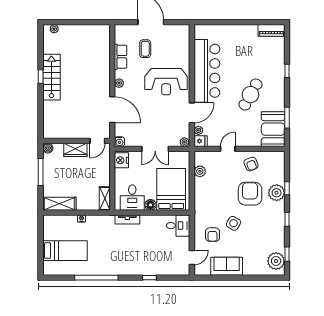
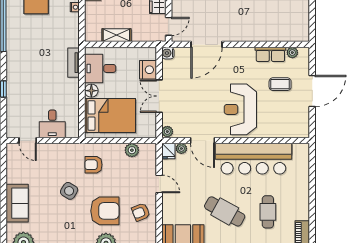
cafe table: (251, 59) -> (268, 212), added
plant: (119, 83) -> (292, 53), moved
door: (97, 141) -> (169, 26), swing flipped
nightstand: (121, 160) -> (148, 70), moved, turned 90
shelving: (105, 199) -> (116, 35), moved
desk: (178, 226) -> (52, 124), moved
armchair: (213, 235) -> (93, 165), moved
sofa: (227, 266) -> (17, 203), moved

